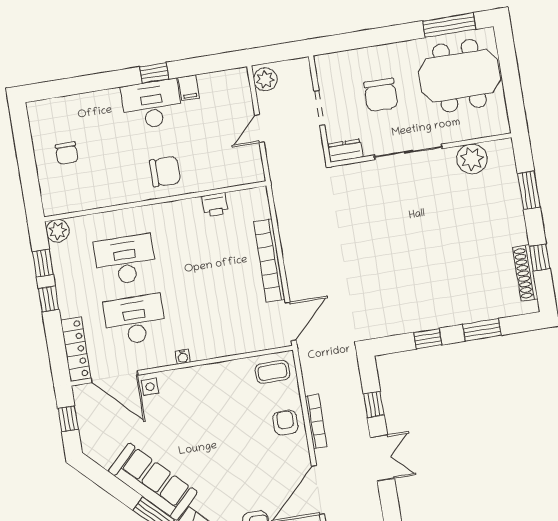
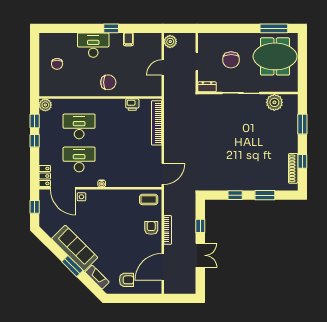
desk: (152, 104) -> (93, 45), moved
bookcase: (269, 260) -> (157, 123), moved
locker: (76, 349) -> (45, 176), width x0.66

